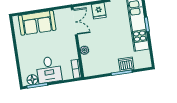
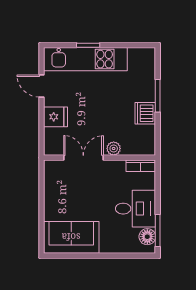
double door: (74, 22) -> (83, 158), moved
sofa: (37, 23) -> (71, 237), moved, turned -90
dishwasher: (126, 64) -> (145, 113), moved

